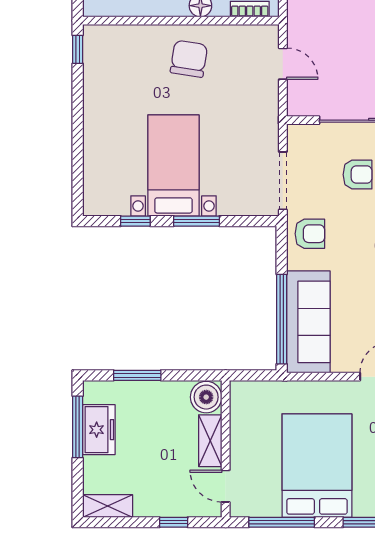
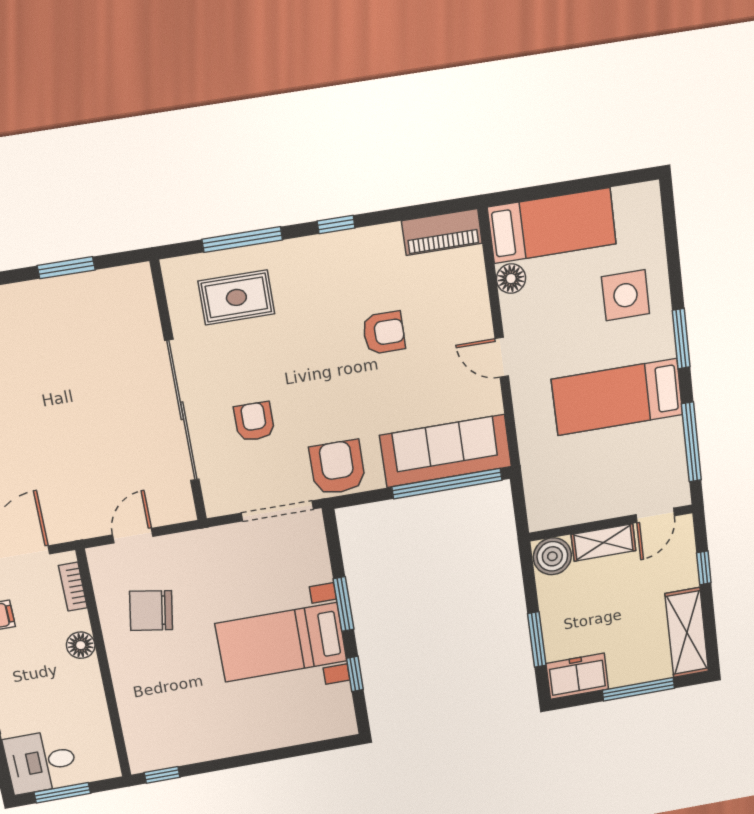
chair: (189, 59) -> (151, 611), moved
armchair: (310, 234) -> (337, 467), width x1.38, depth x1.38
window: (78, 427) -> (638, 689), moved
freezer: (99, 430) -> (577, 676), moved
bed: (317, 466) -> (617, 397), width x0.67
shelving: (108, 506) -> (687, 633), width x1.50, depth x1.33

